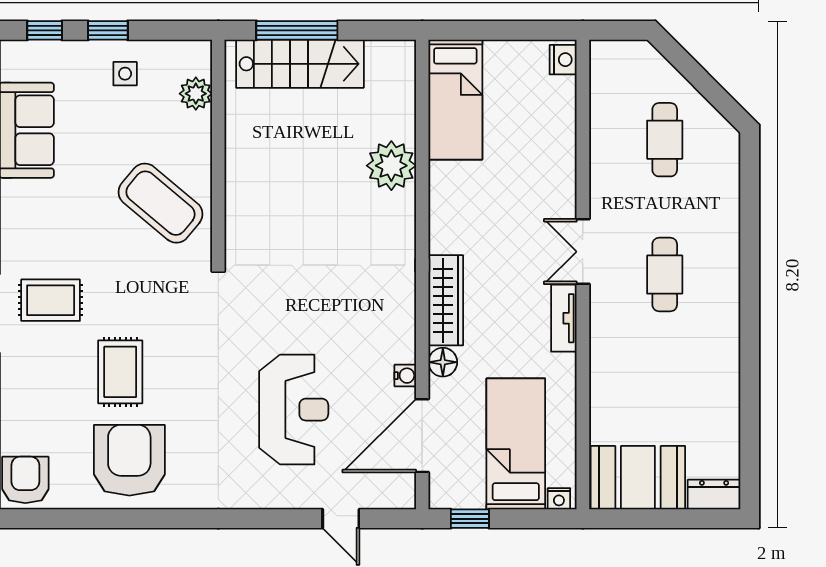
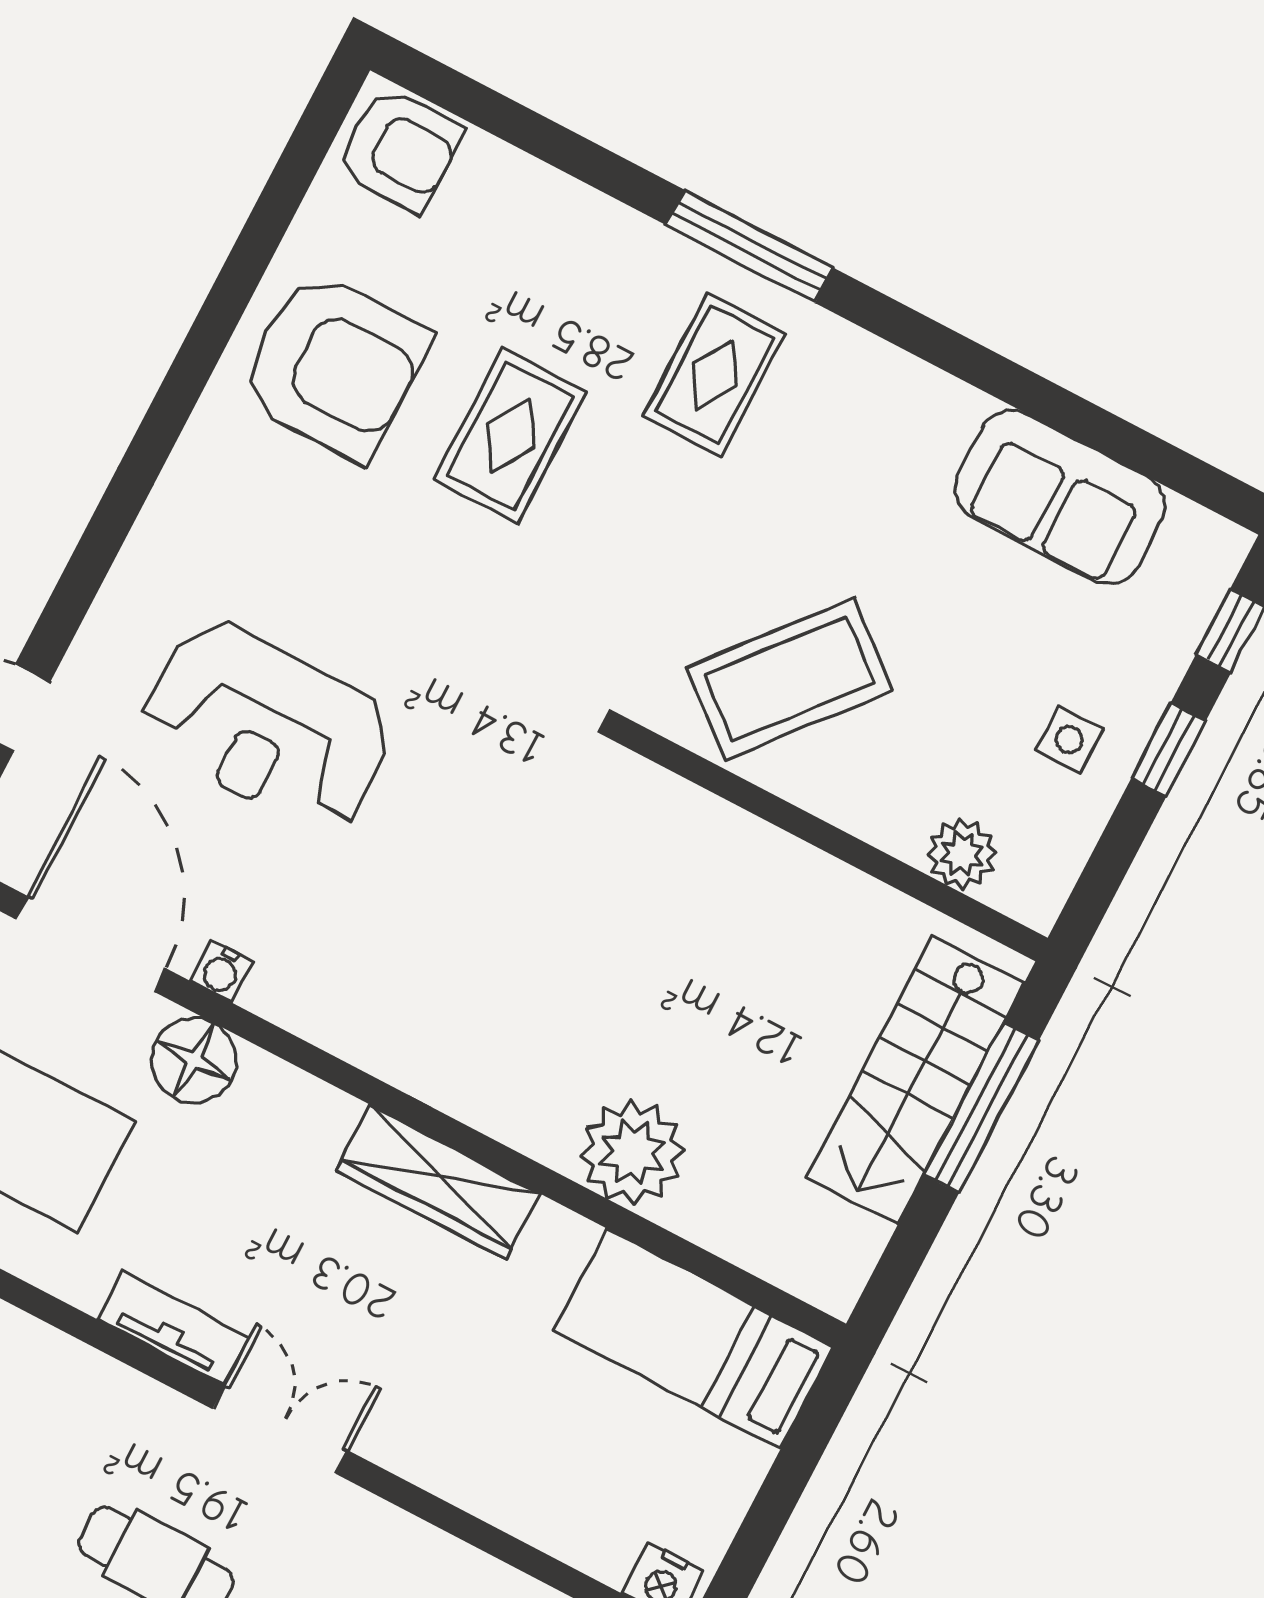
wardrobe: (446, 300) -> (438, 1182), moved
floor lamp: (443, 362) -> (194, 1060), width x1.38, depth x1.38
rug: (120, 372) -> (510, 436), turned 90

